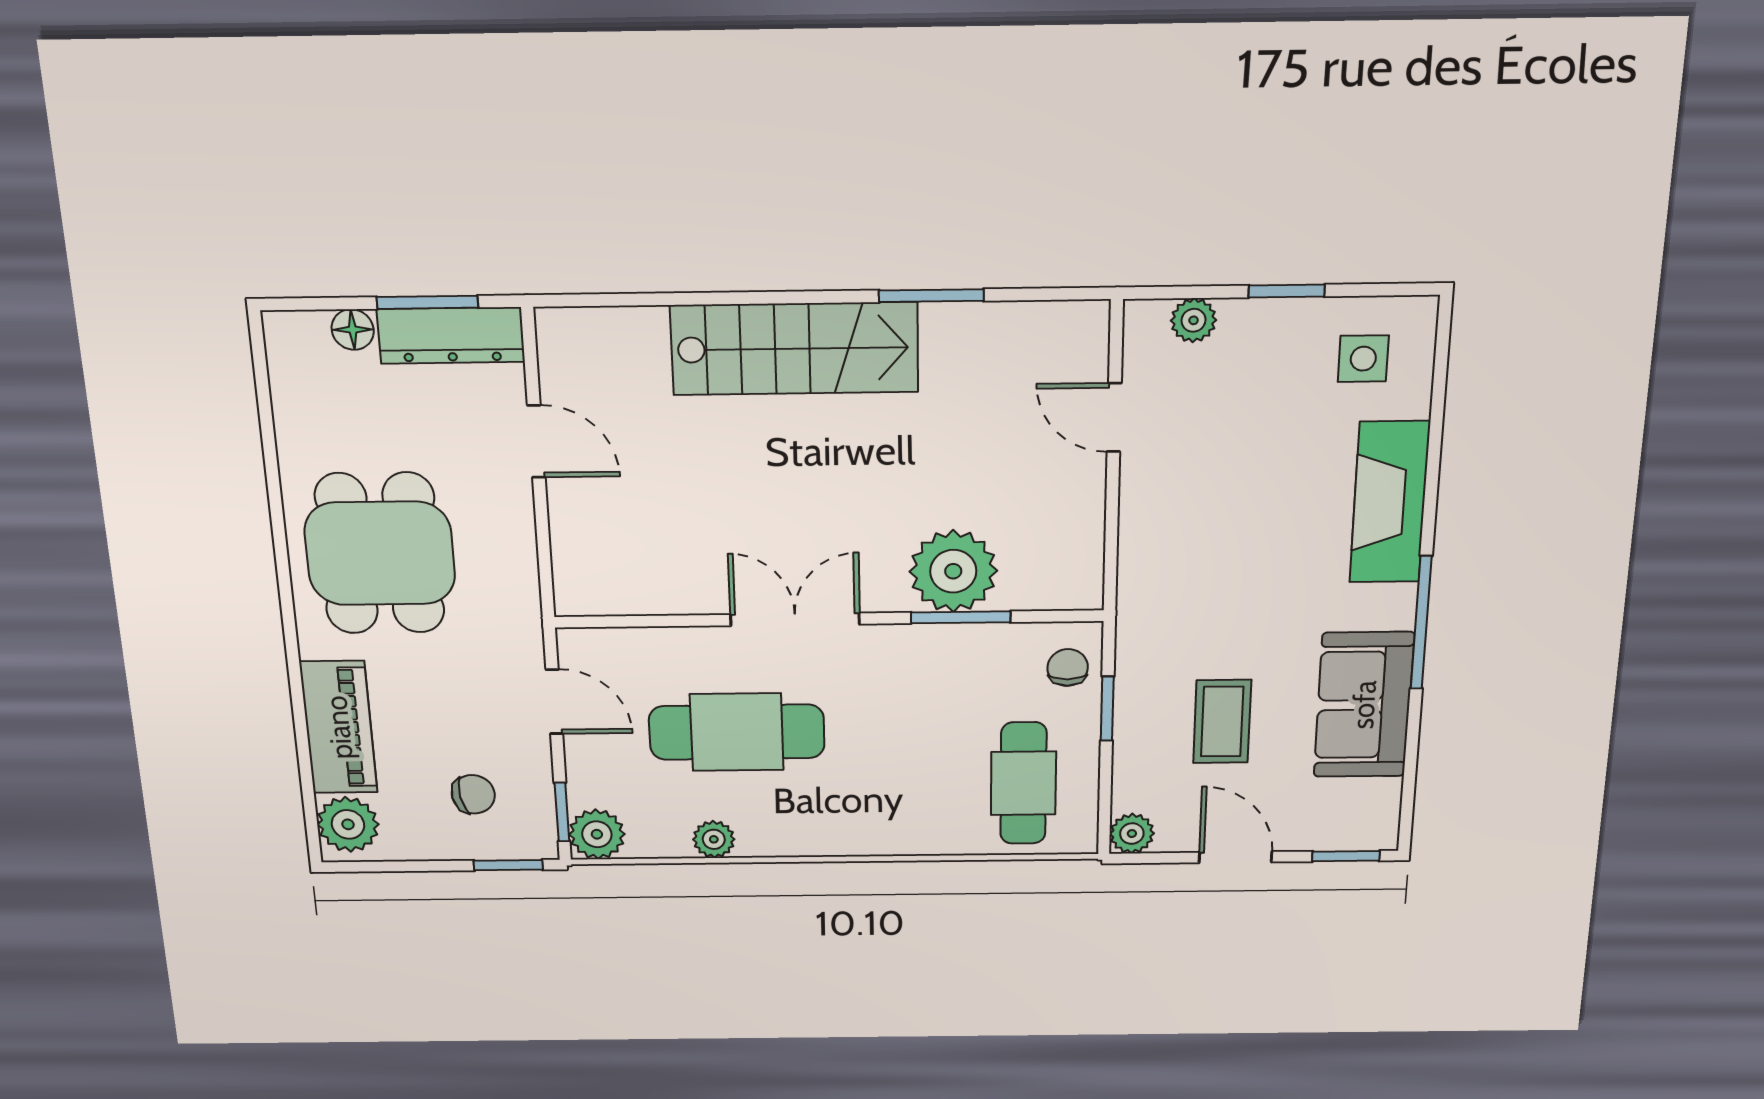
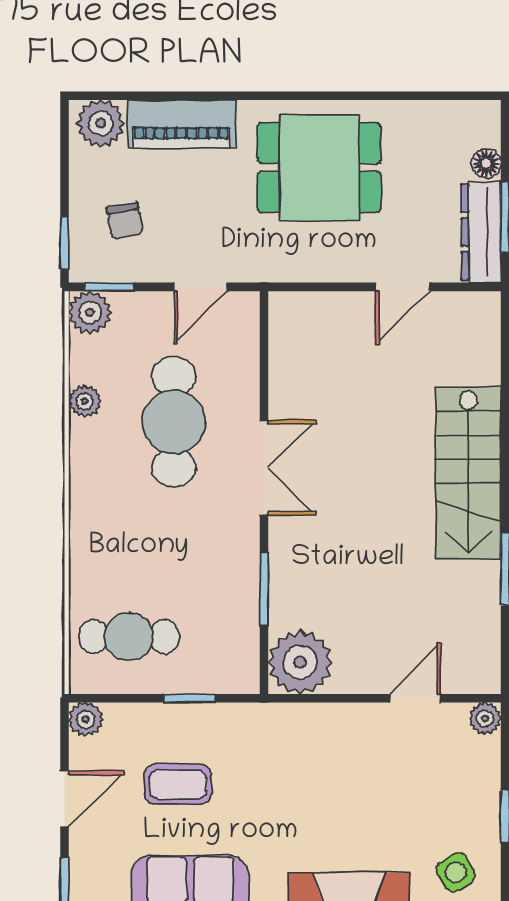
plant: (1194, 320) -> (485, 718), moved
side table: (1363, 359) -> (456, 872), turned -32
plant: (953, 571) -> (300, 662), moved
chair: (1068, 668) -> (223, 668), removed

